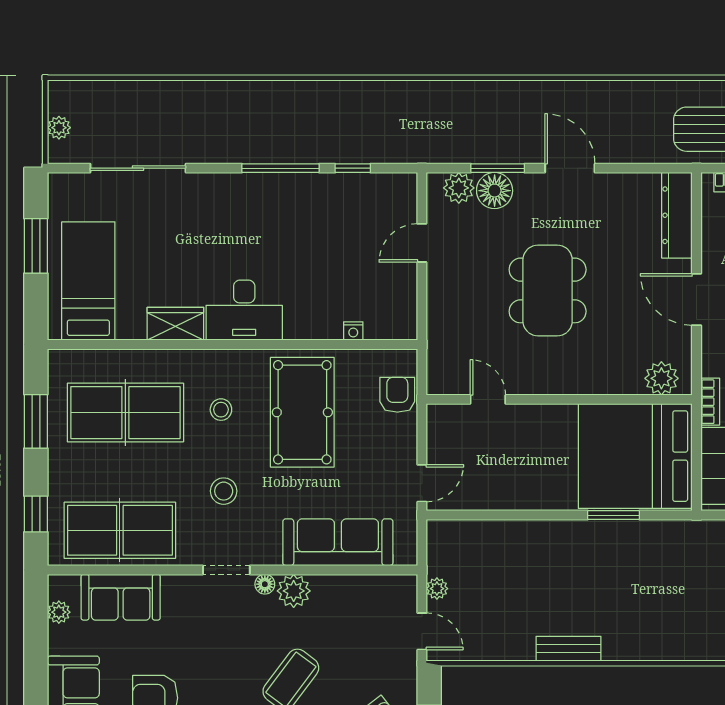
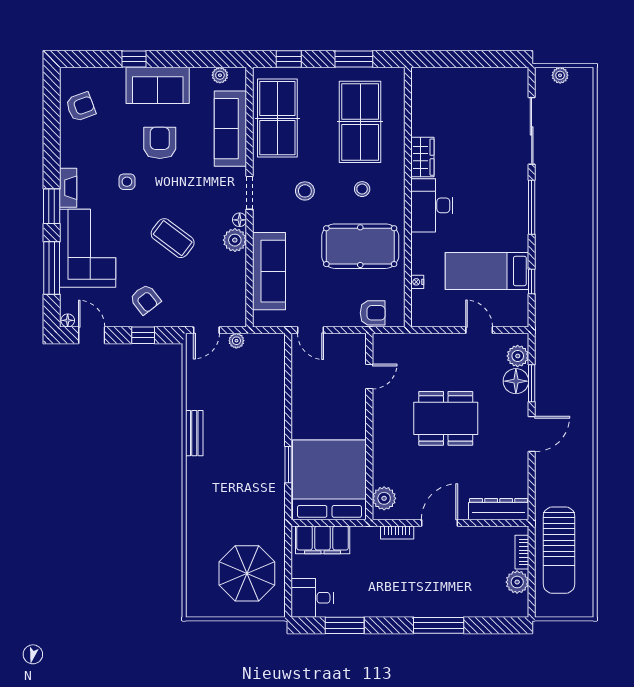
window: (280, 168) -> (532, 207), moved
window: (36, 246) -> (477, 59), removed
bed: (88, 281) -> (487, 271), moved, turned 180
bookcase: (710, 402) -> (397, 533), moved
sofa: (121, 597) -> (230, 129), width x1.36

